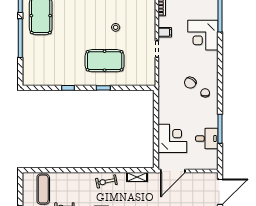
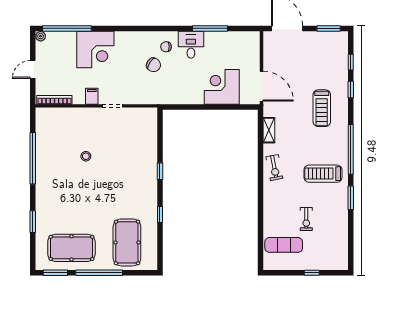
pool table: (105, 61) -> (127, 242), moved
desk: (207, 139) -> (191, 45), moved

